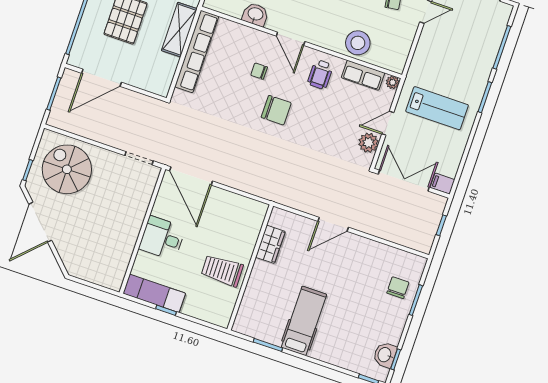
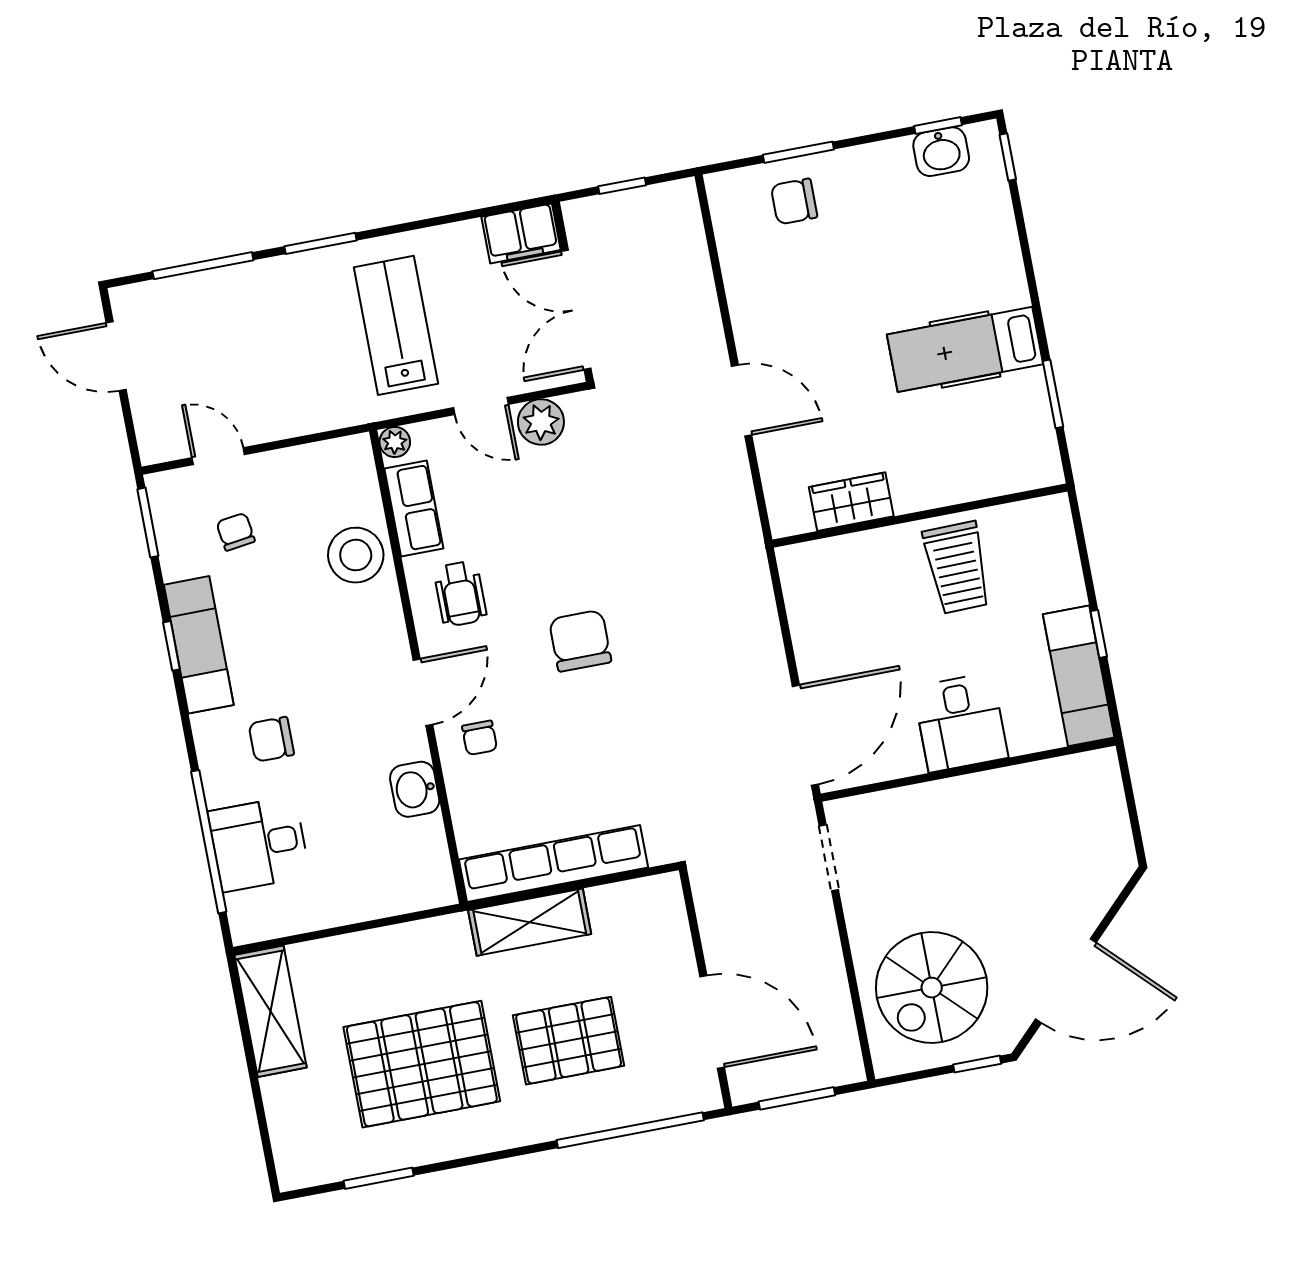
chair: (259, 71) -> (480, 738), moved
wheelchair: (320, 74) -> (460, 594), turned 90
filing cabinet: (442, 184) -> (521, 233), width x2.00

